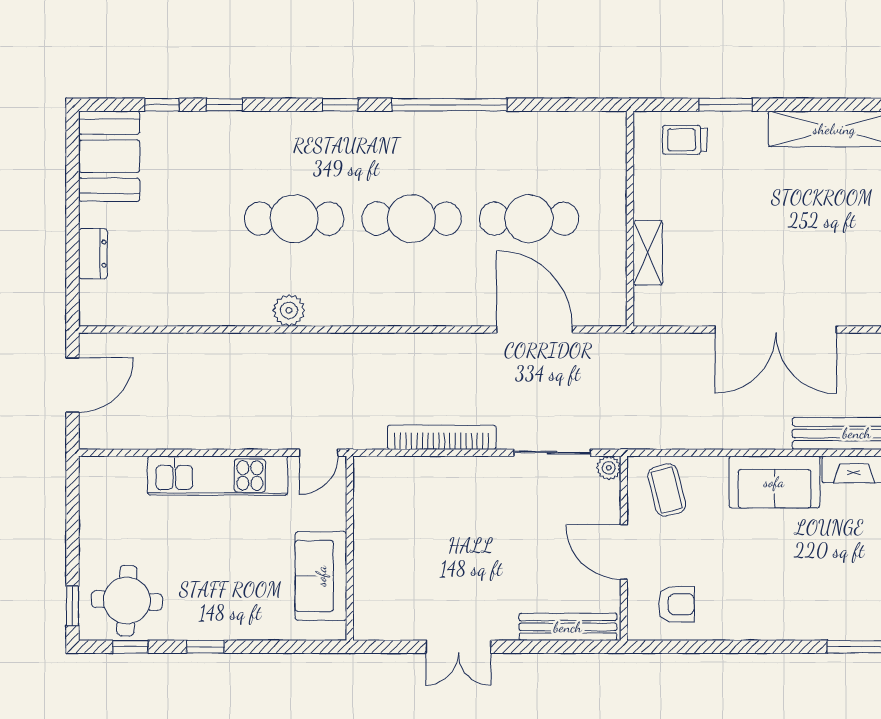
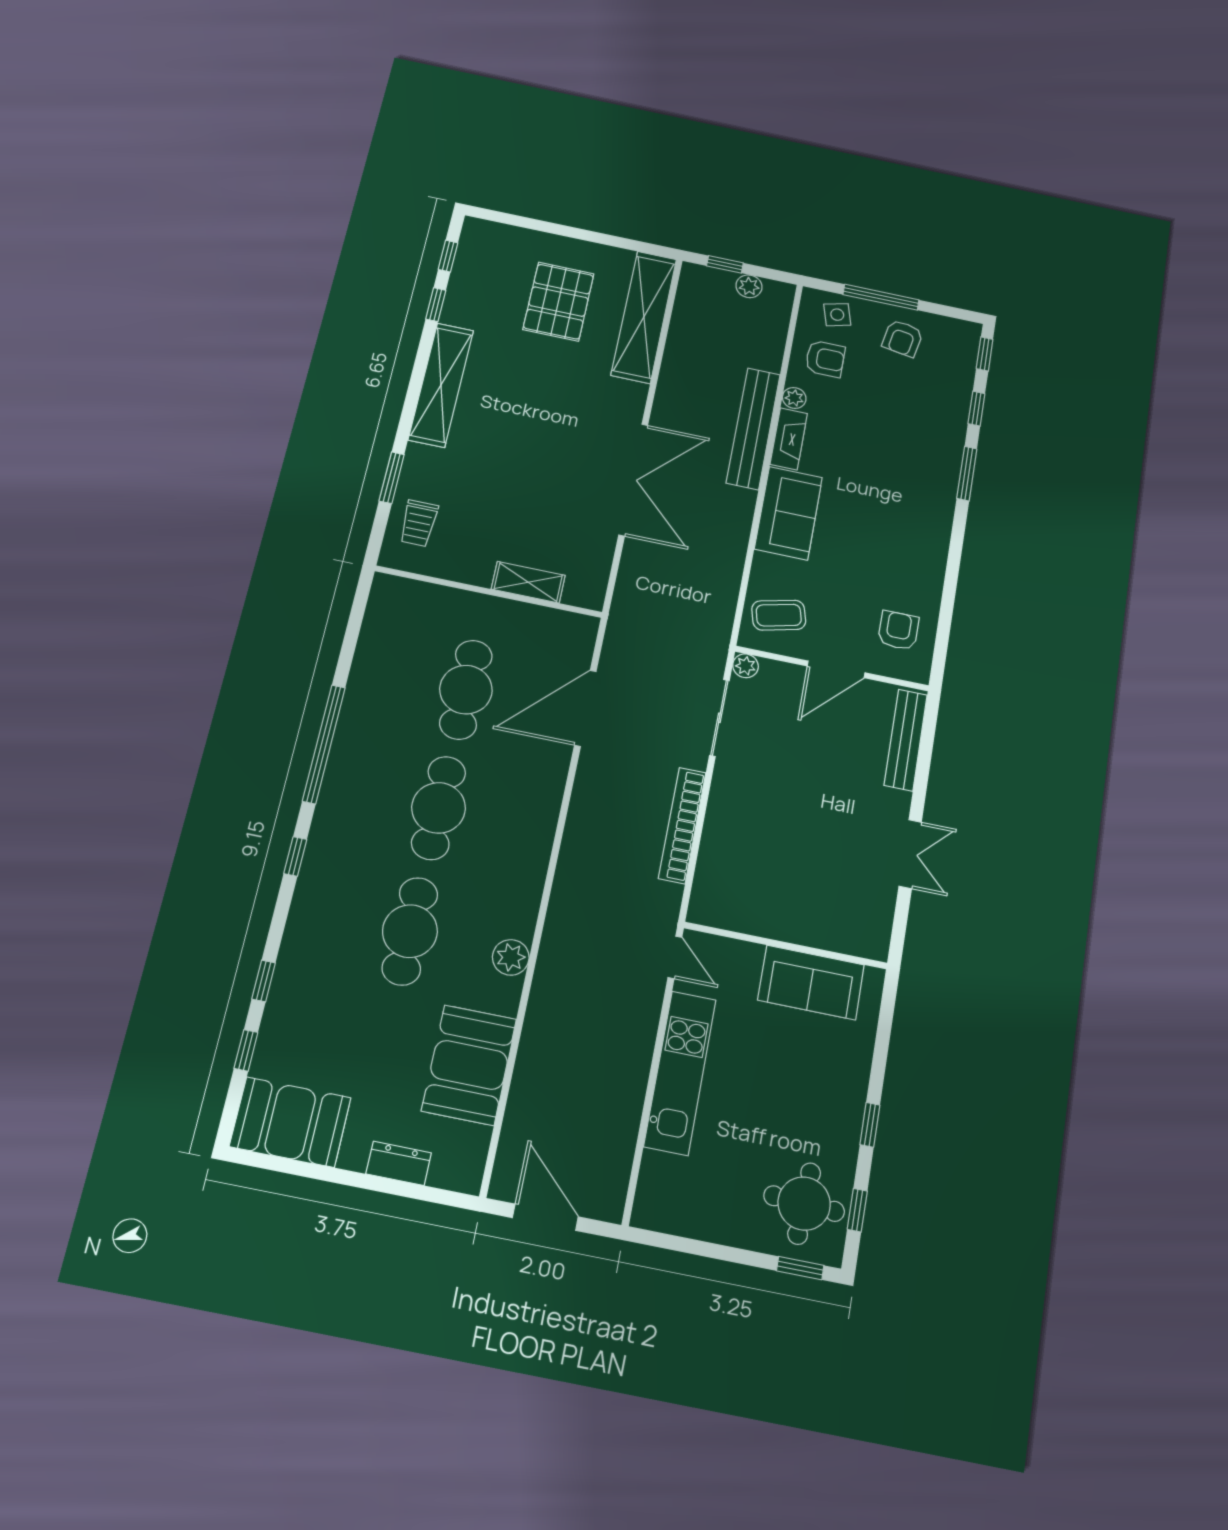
booth: (188, 295) -> (469, 1065), added

